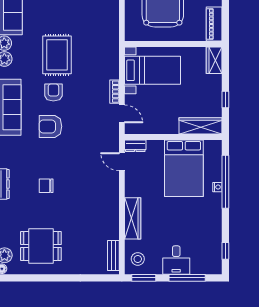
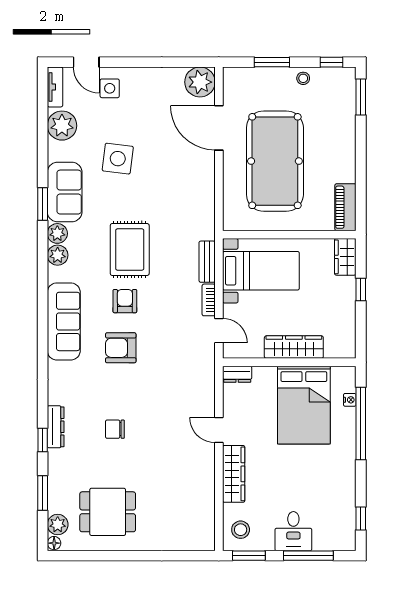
window: (225, 100) -> (361, 289), moved
wardrobe: (200, 126) -> (294, 347), moved
door: (122, 162) -> (219, 430), moved
nightstand: (217, 187) -> (350, 400), moved
bench: (113, 255) -> (207, 262), moved

